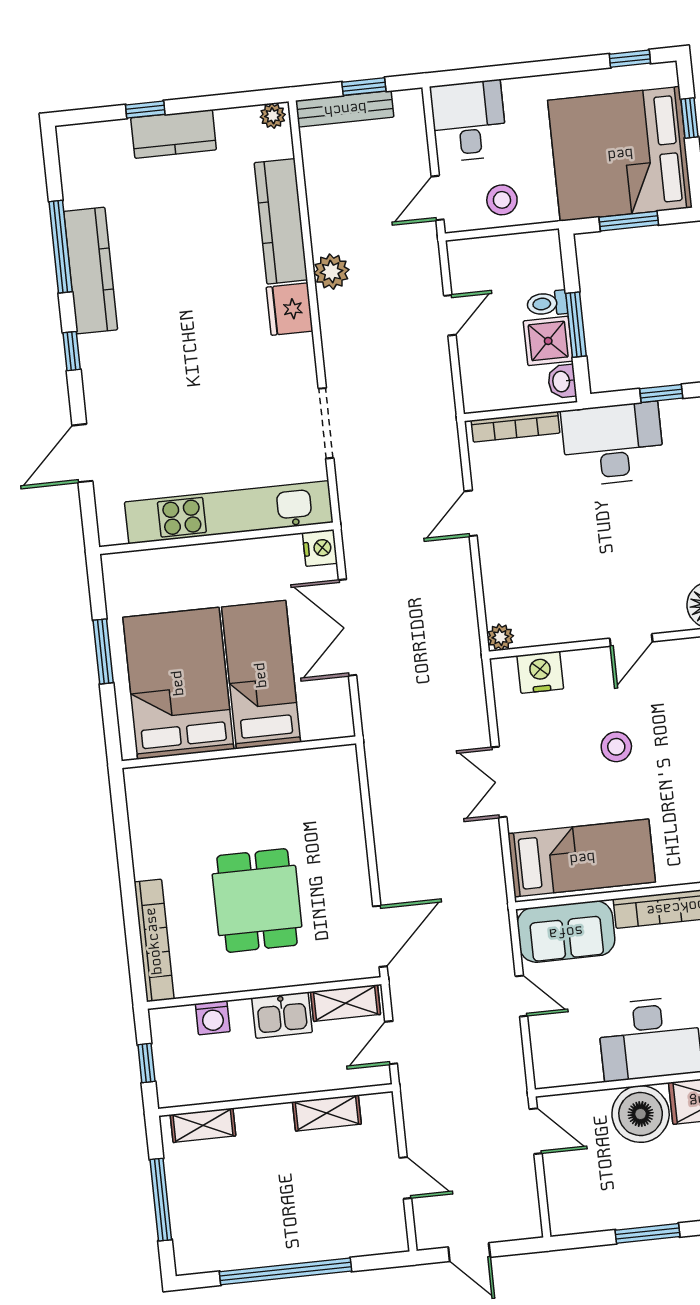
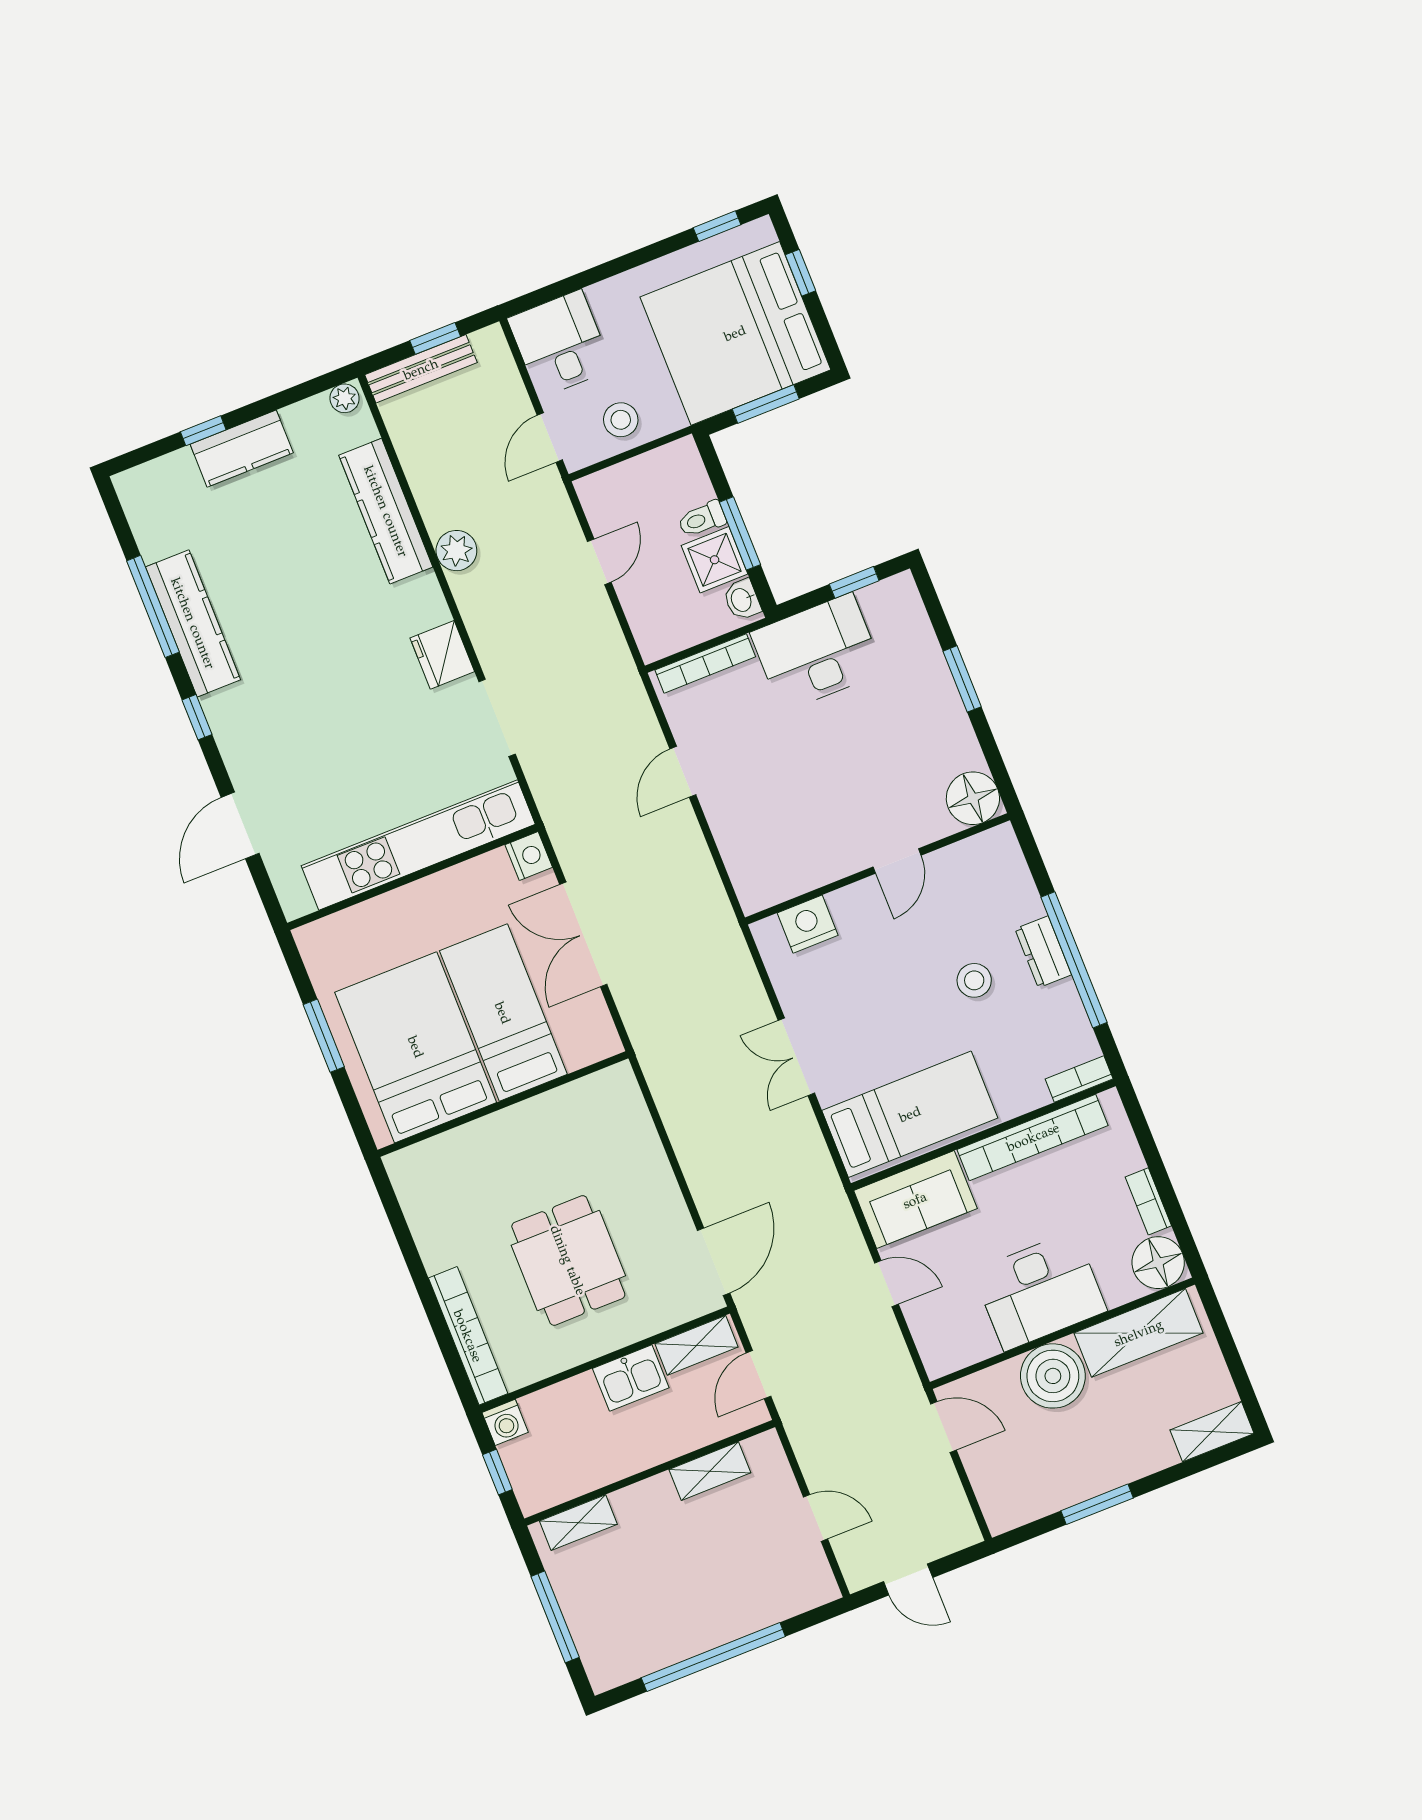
fridge: (290, 309) -> (442, 655), moved
plant: (500, 637) -> (753, 898), removed
stool: (616, 747) -> (974, 980), moved
washing machine: (213, 1018) -> (505, 1422), moved

